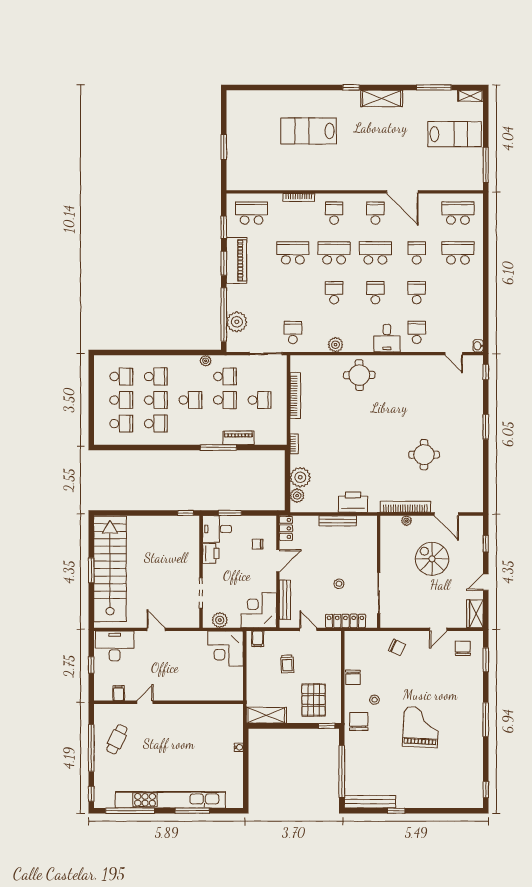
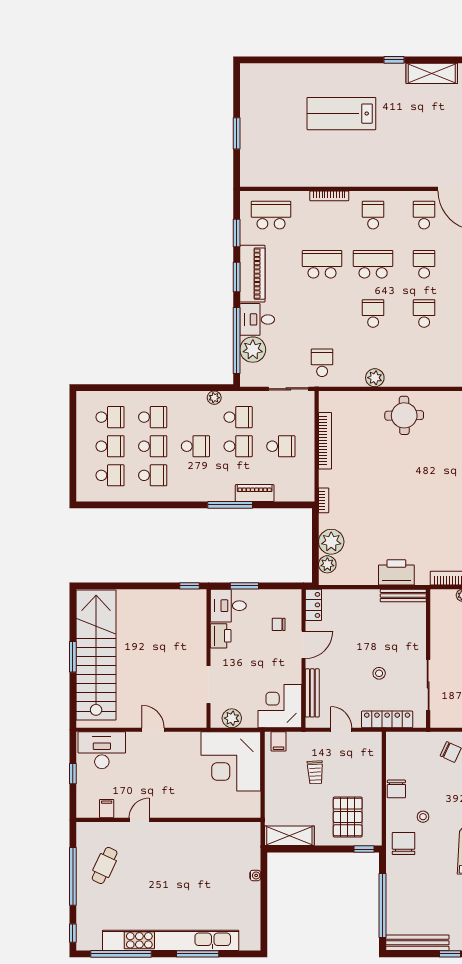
school desk: (375, 253) -> (424, 264), width x0.54
desk: (387, 338) -> (257, 319), moved, turned 90
bench: (338, 521) -> (403, 596), moved
corner desk: (225, 649) -> (231, 761), width x1.36, depth x1.36

